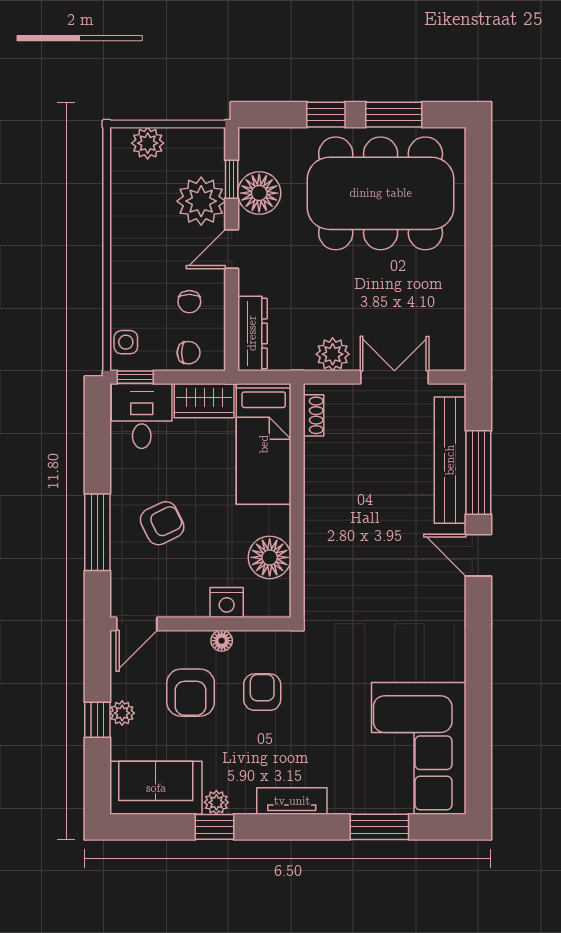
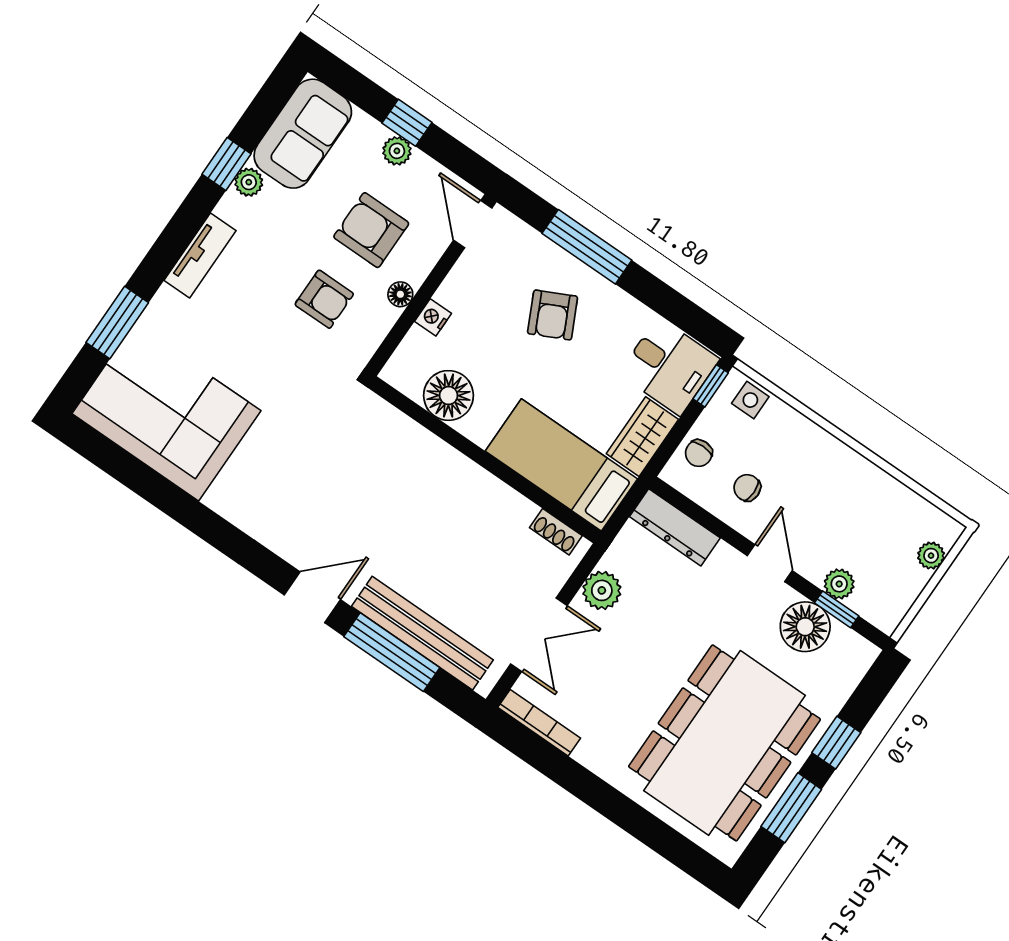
plant: (148, 143) -> (931, 556), width x0.73, depth x0.73
plant: (201, 201) -> (839, 584), width x0.53, depth x0.53
bookcase: (457, 334) -> (539, 723), added
nightstand: (227, 602) -> (433, 317), width x0.72, depth x0.74

